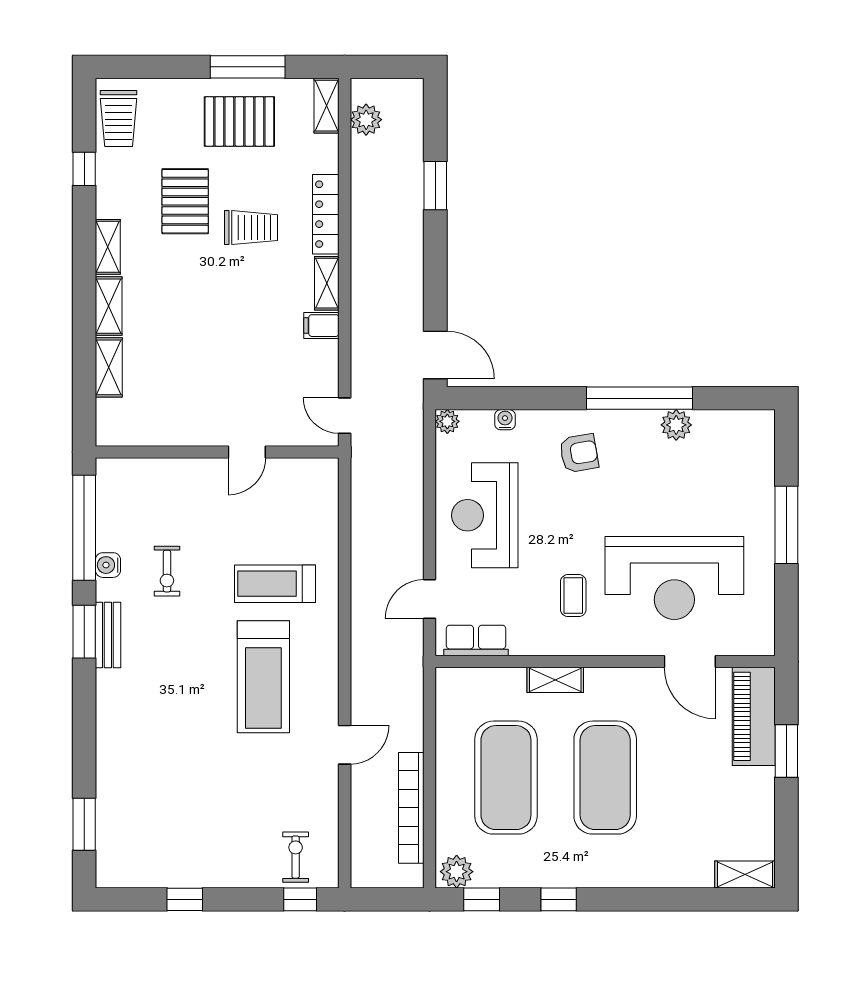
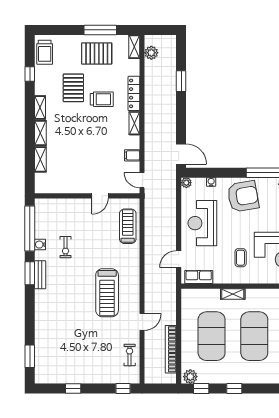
filing cabinet: (321, 326) -> (132, 155), moved
armchair: (579, 453) -> (243, 196), width x1.88, depth x1.88
treadmill: (275, 584) -> (128, 226), moved, turned 90
exercise bike: (296, 857) -> (130, 355), moved

